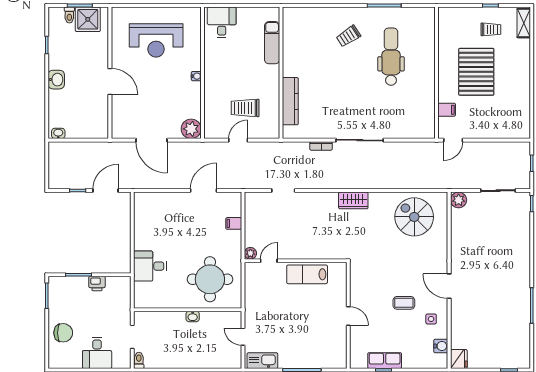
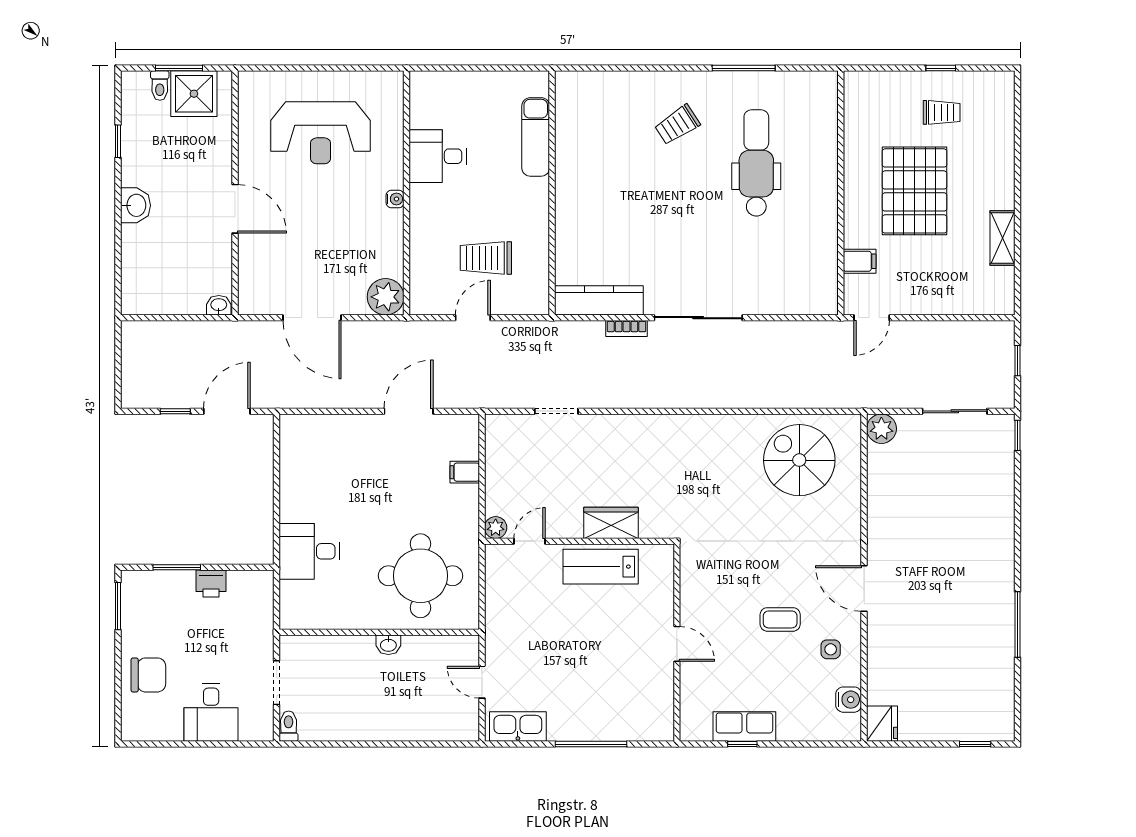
desk: (222, 22) -> (438, 156), moved, turned -90
shelving: (524, 23) -> (1003, 238), moved
kitchen counter: (290, 101) -> (599, 300), moved, turned -90
washbasin: (58, 133) -> (219, 305), moved
wardrobe: (353, 200) -> (611, 523), moved, turned 180

